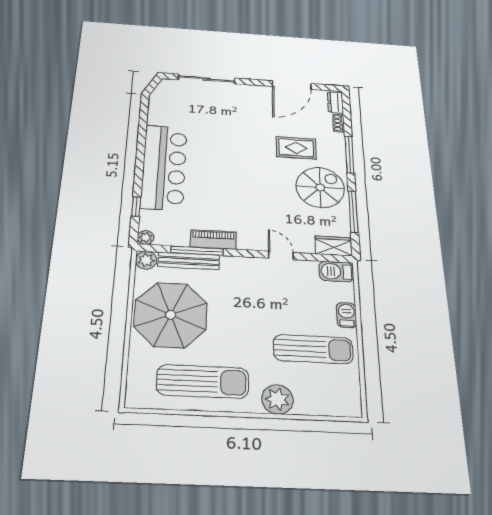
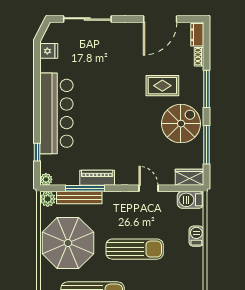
fridge: (159, 105) -> (49, 51), added
sun lounger: (313, 349) -> (135, 249), moved

